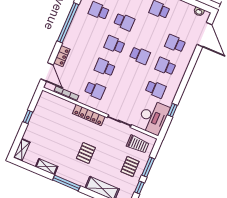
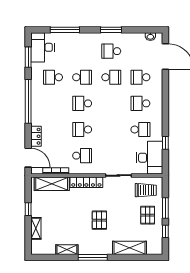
school desk: (140, 55) -> (111, 77), moved
shelving: (58, 103) -> (52, 184), added
shelving: (22, 150) -> (36, 228), moved

